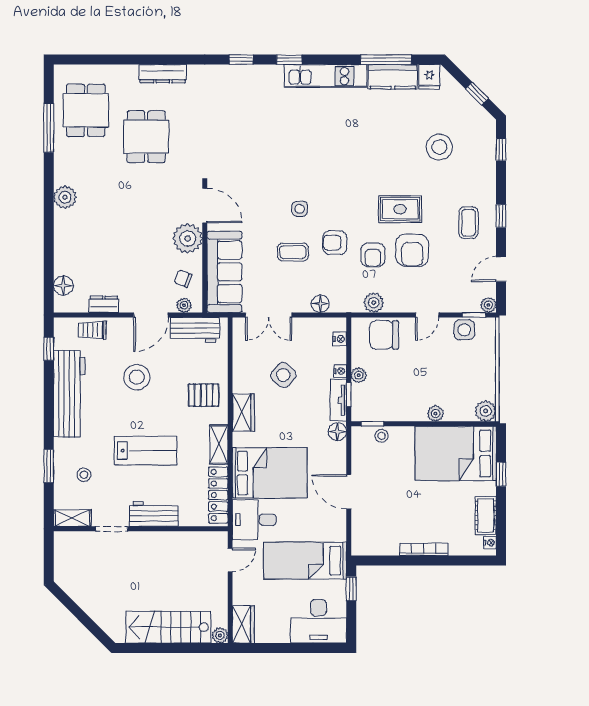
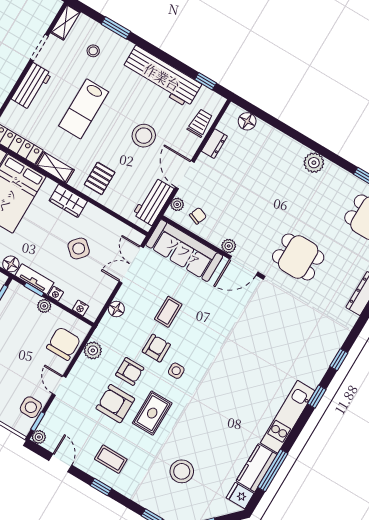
dining table: (146, 137) -> (298, 257), moved
side table: (300, 209) -> (176, 371), moved
plant: (188, 238) -> (229, 246), width x0.53, depth x0.53
armchair: (373, 255) -> (130, 371), turned 180

